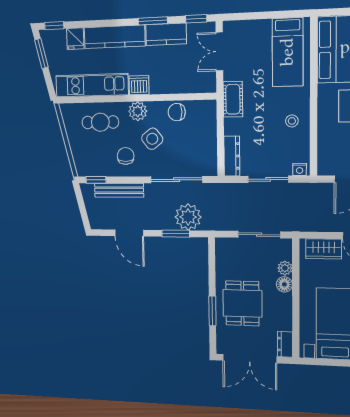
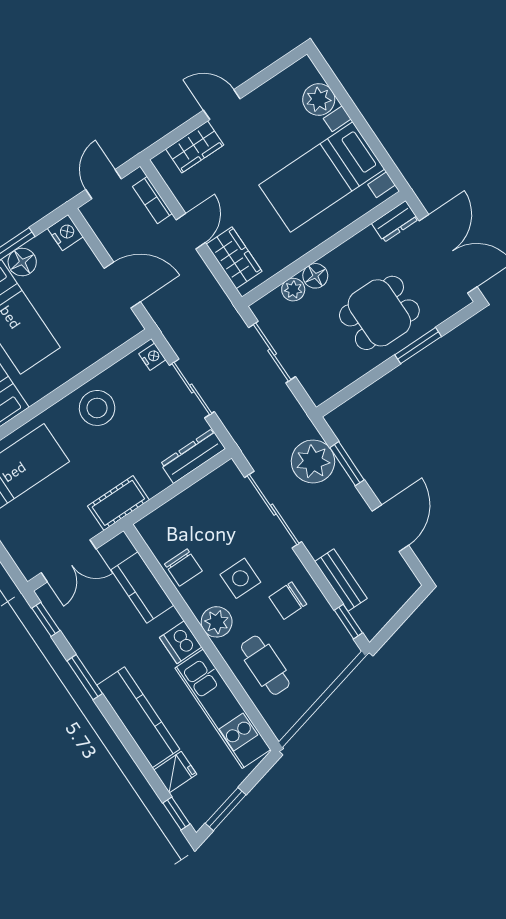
kitchen counter: (166, 34) -> (142, 587), moved, turned 180
stool: (292, 121) -> (97, 408), width x1.89, depth x1.89
side table: (152, 139) -> (240, 578), turned 38
bench: (119, 190) -> (341, 580), width x0.73

